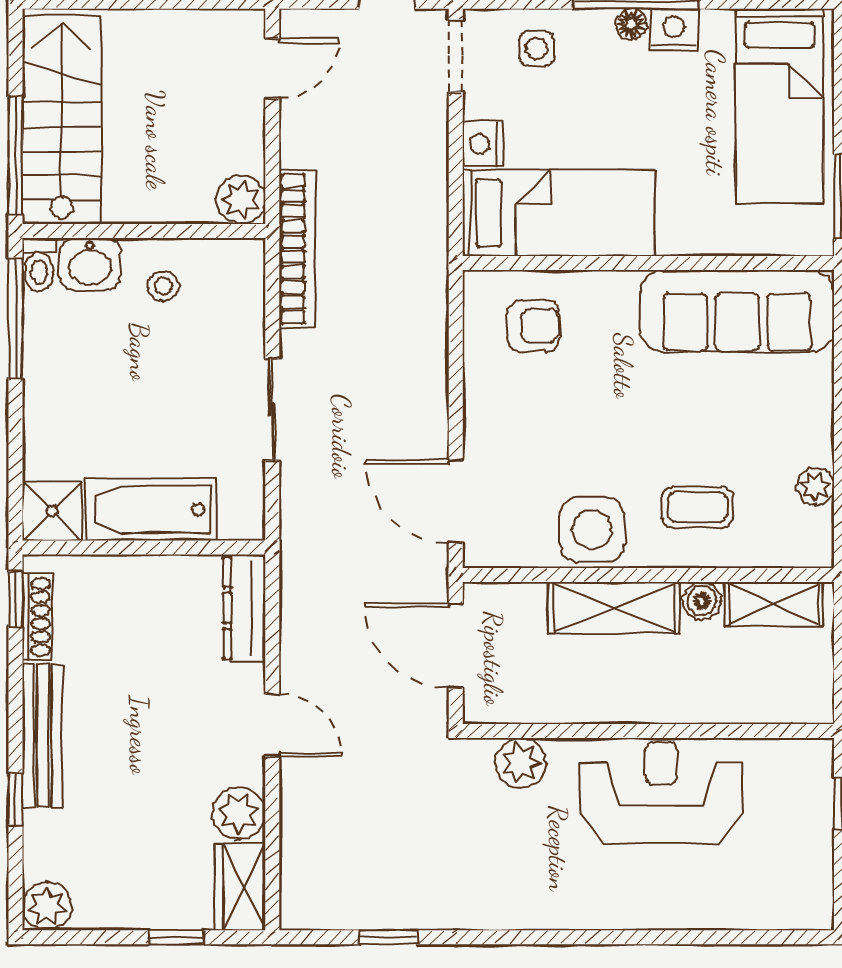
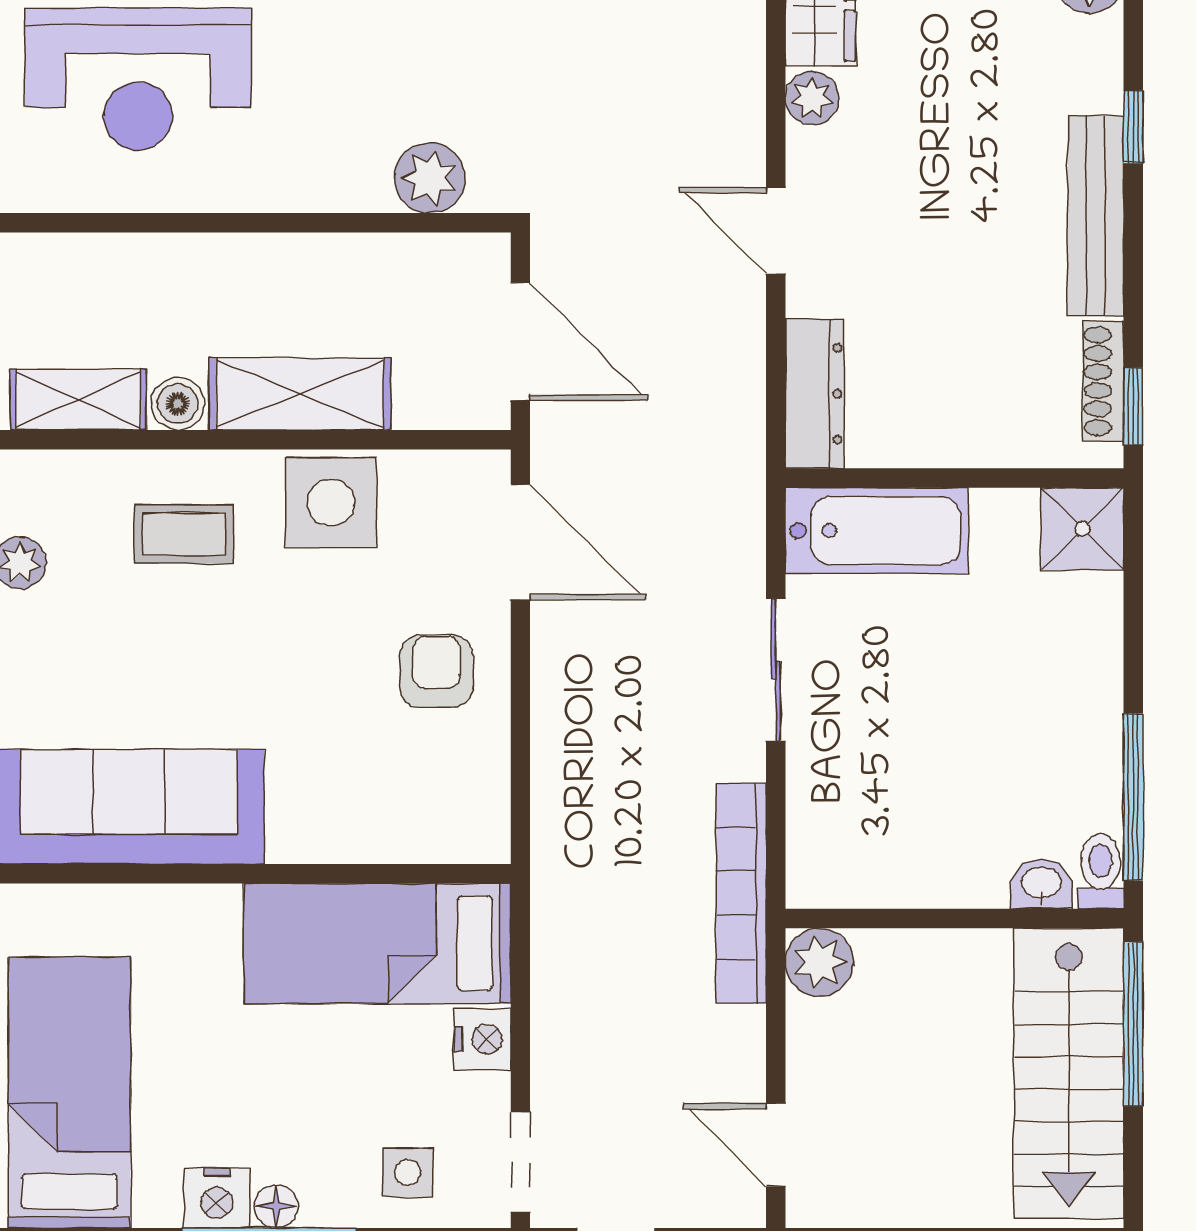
door: (272, 68) -> (776, 1145), hinge flipped
washbasin: (90, 264) -> (1041, 884), width x0.72, depth x0.69
stool: (163, 286) -> (927, 842), removed
armchair: (533, 326) -> (436, 671), moved, turned 90
bathtub: (151, 510) -> (877, 531), moved
reception desk: (661, 793) -> (138, 79), moved
plant: (239, 813) -> (812, 98), width x0.73, depth x0.73

